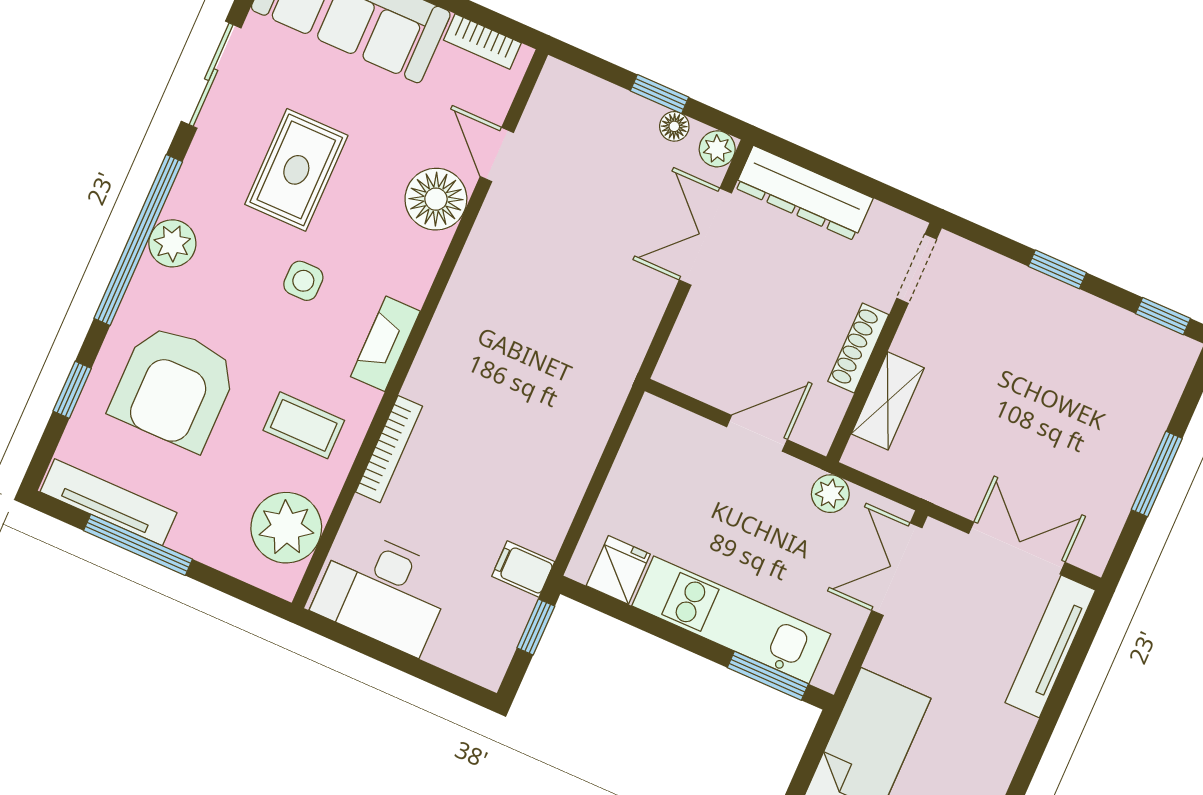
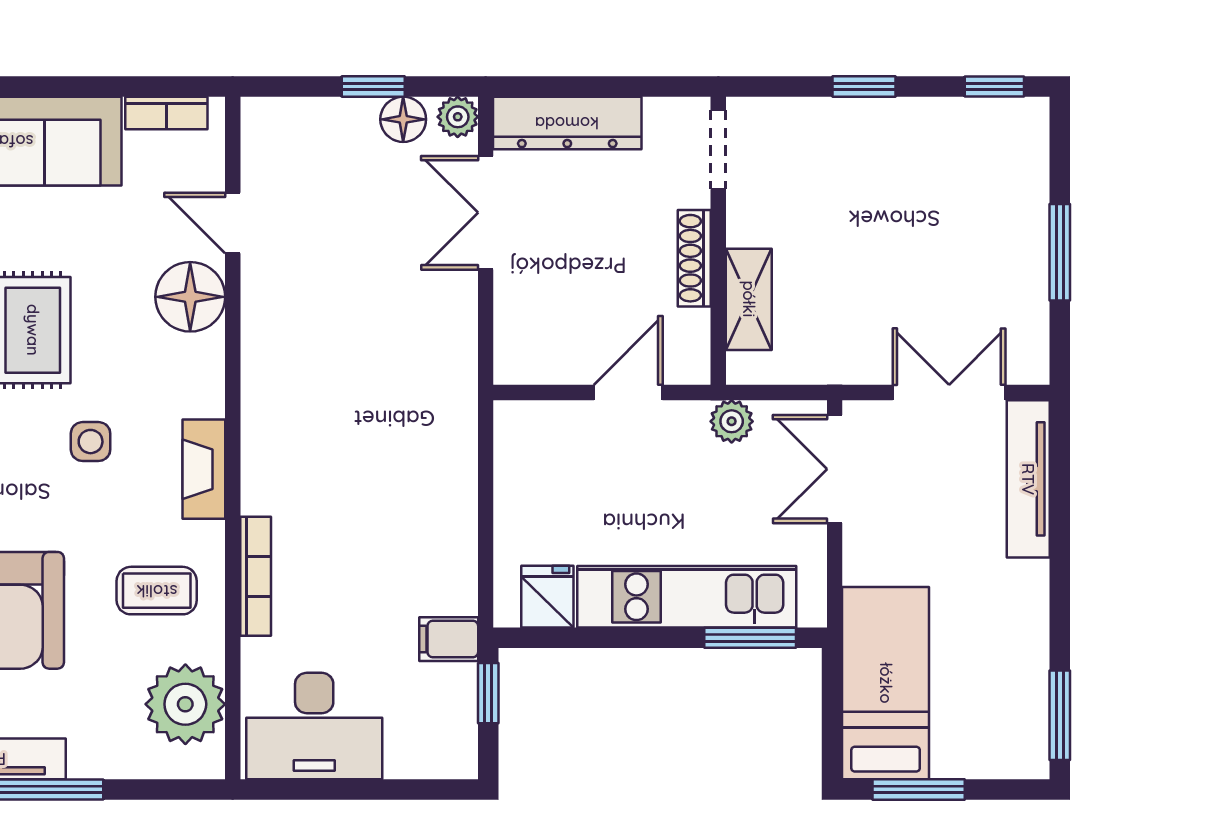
floor lamp: (674, 126) -> (403, 119), width x1.37, depth x1.37

